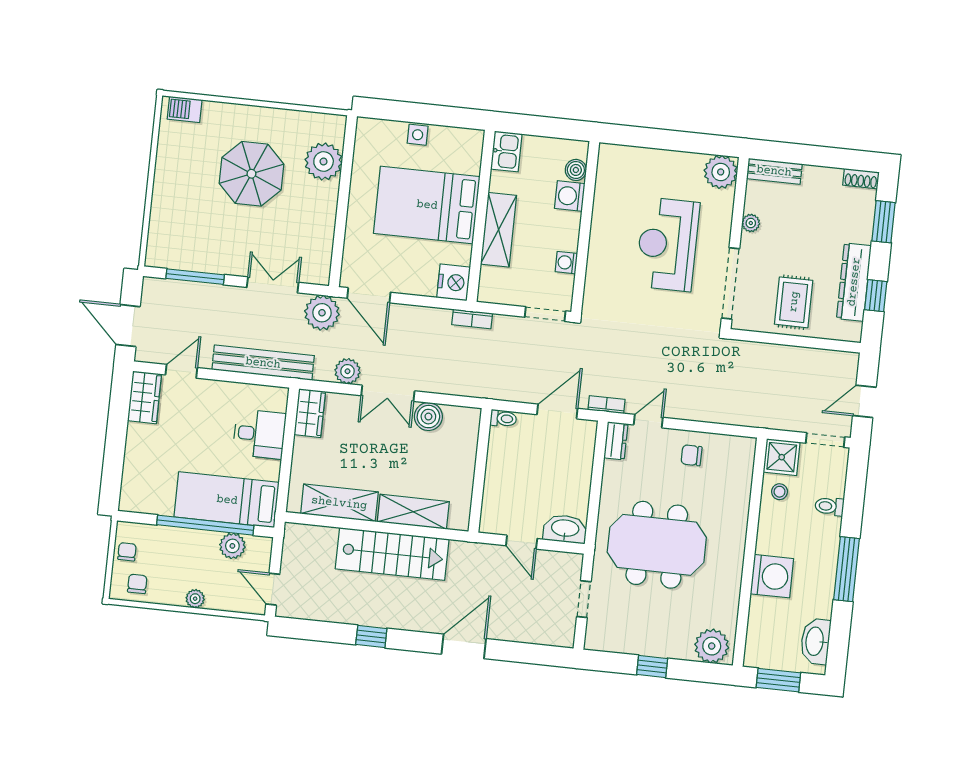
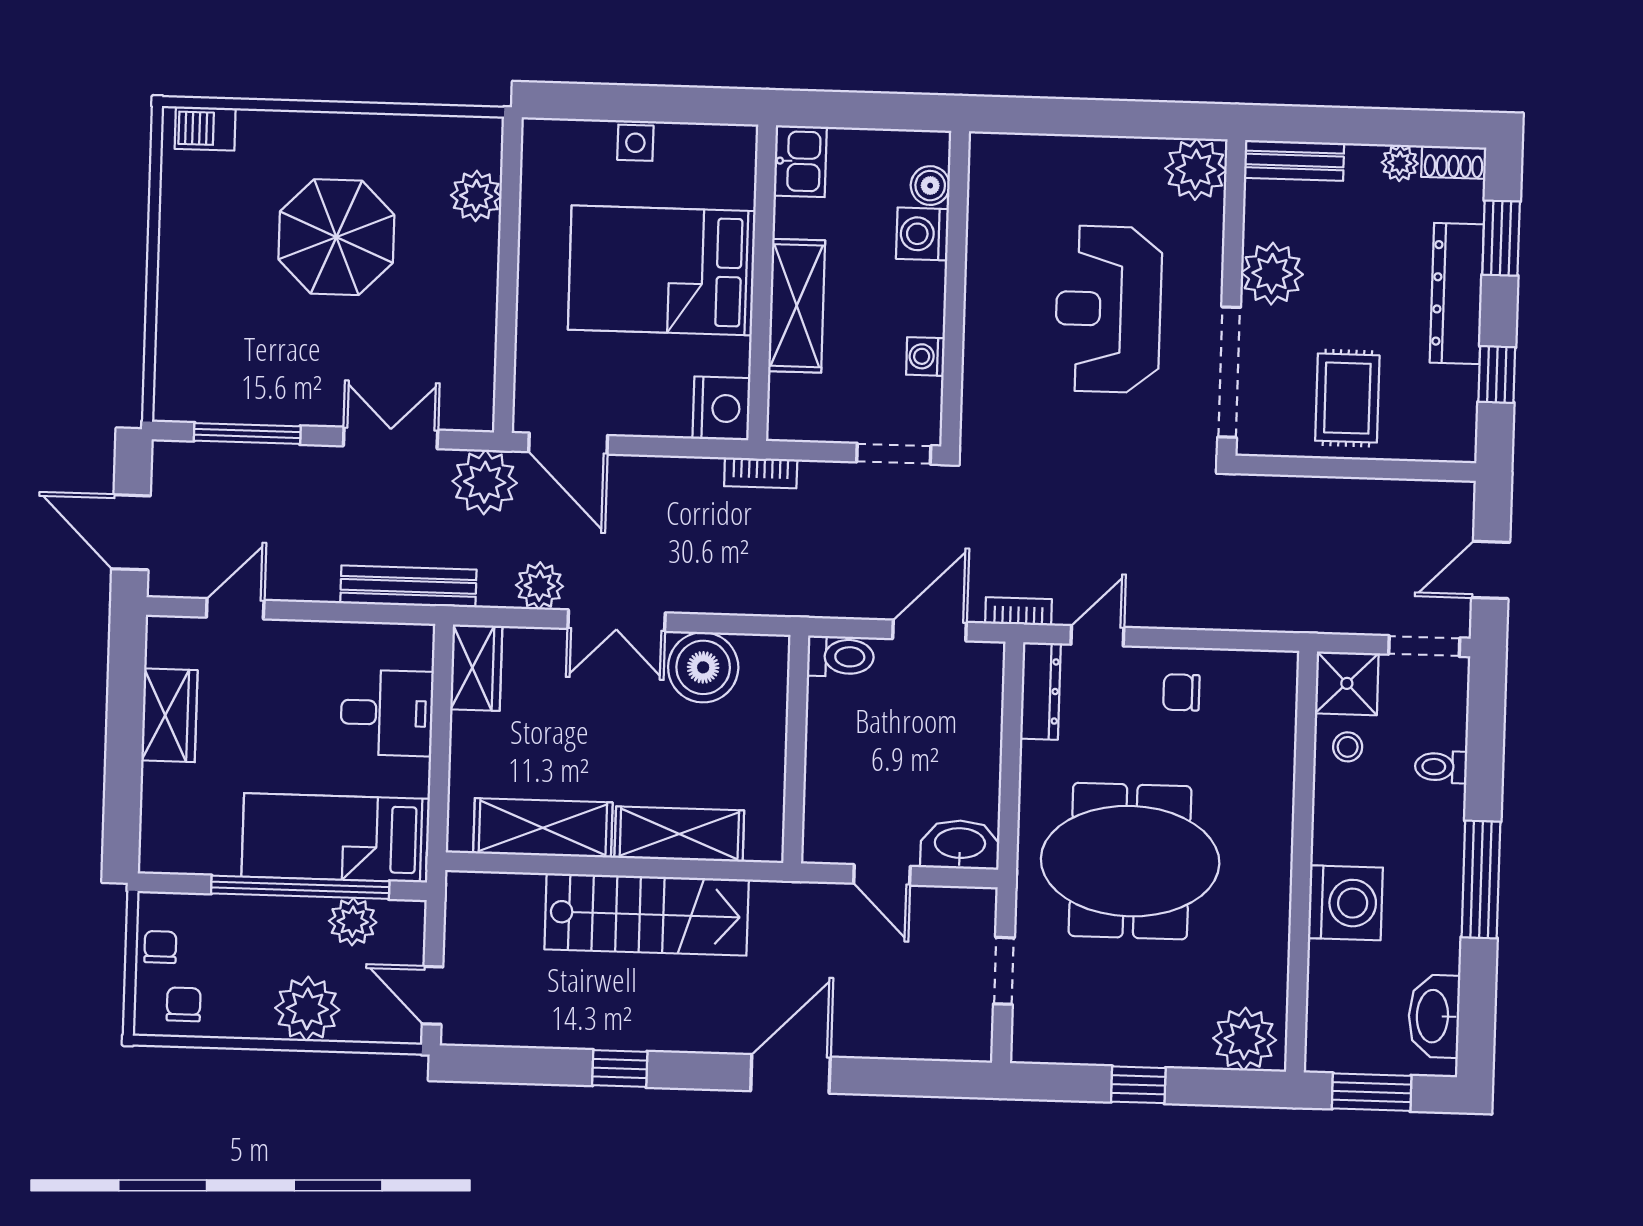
plant: (324, 161) -> (476, 196), width x0.73, depth x0.73
plant: (832, 177) -> (1400, 163), added
plant: (751, 223) -> (1272, 274), width x1.88, depth x1.88
dresser: (854, 282) -> (1457, 293), moved
bench: (263, 363) -> (408, 586), width x0.73, depth x0.82
wardrobe: (144, 397) -> (169, 715), moved
boiler: (428, 417) -> (703, 667), width x1.37, depth x1.37
toilet: (503, 418) -> (841, 657), width x1.37, depth x1.39
dresser: (616, 441) -> (1040, 691), width x1.44
plant: (195, 599) -> (307, 1009), width x1.87, depth x1.87

